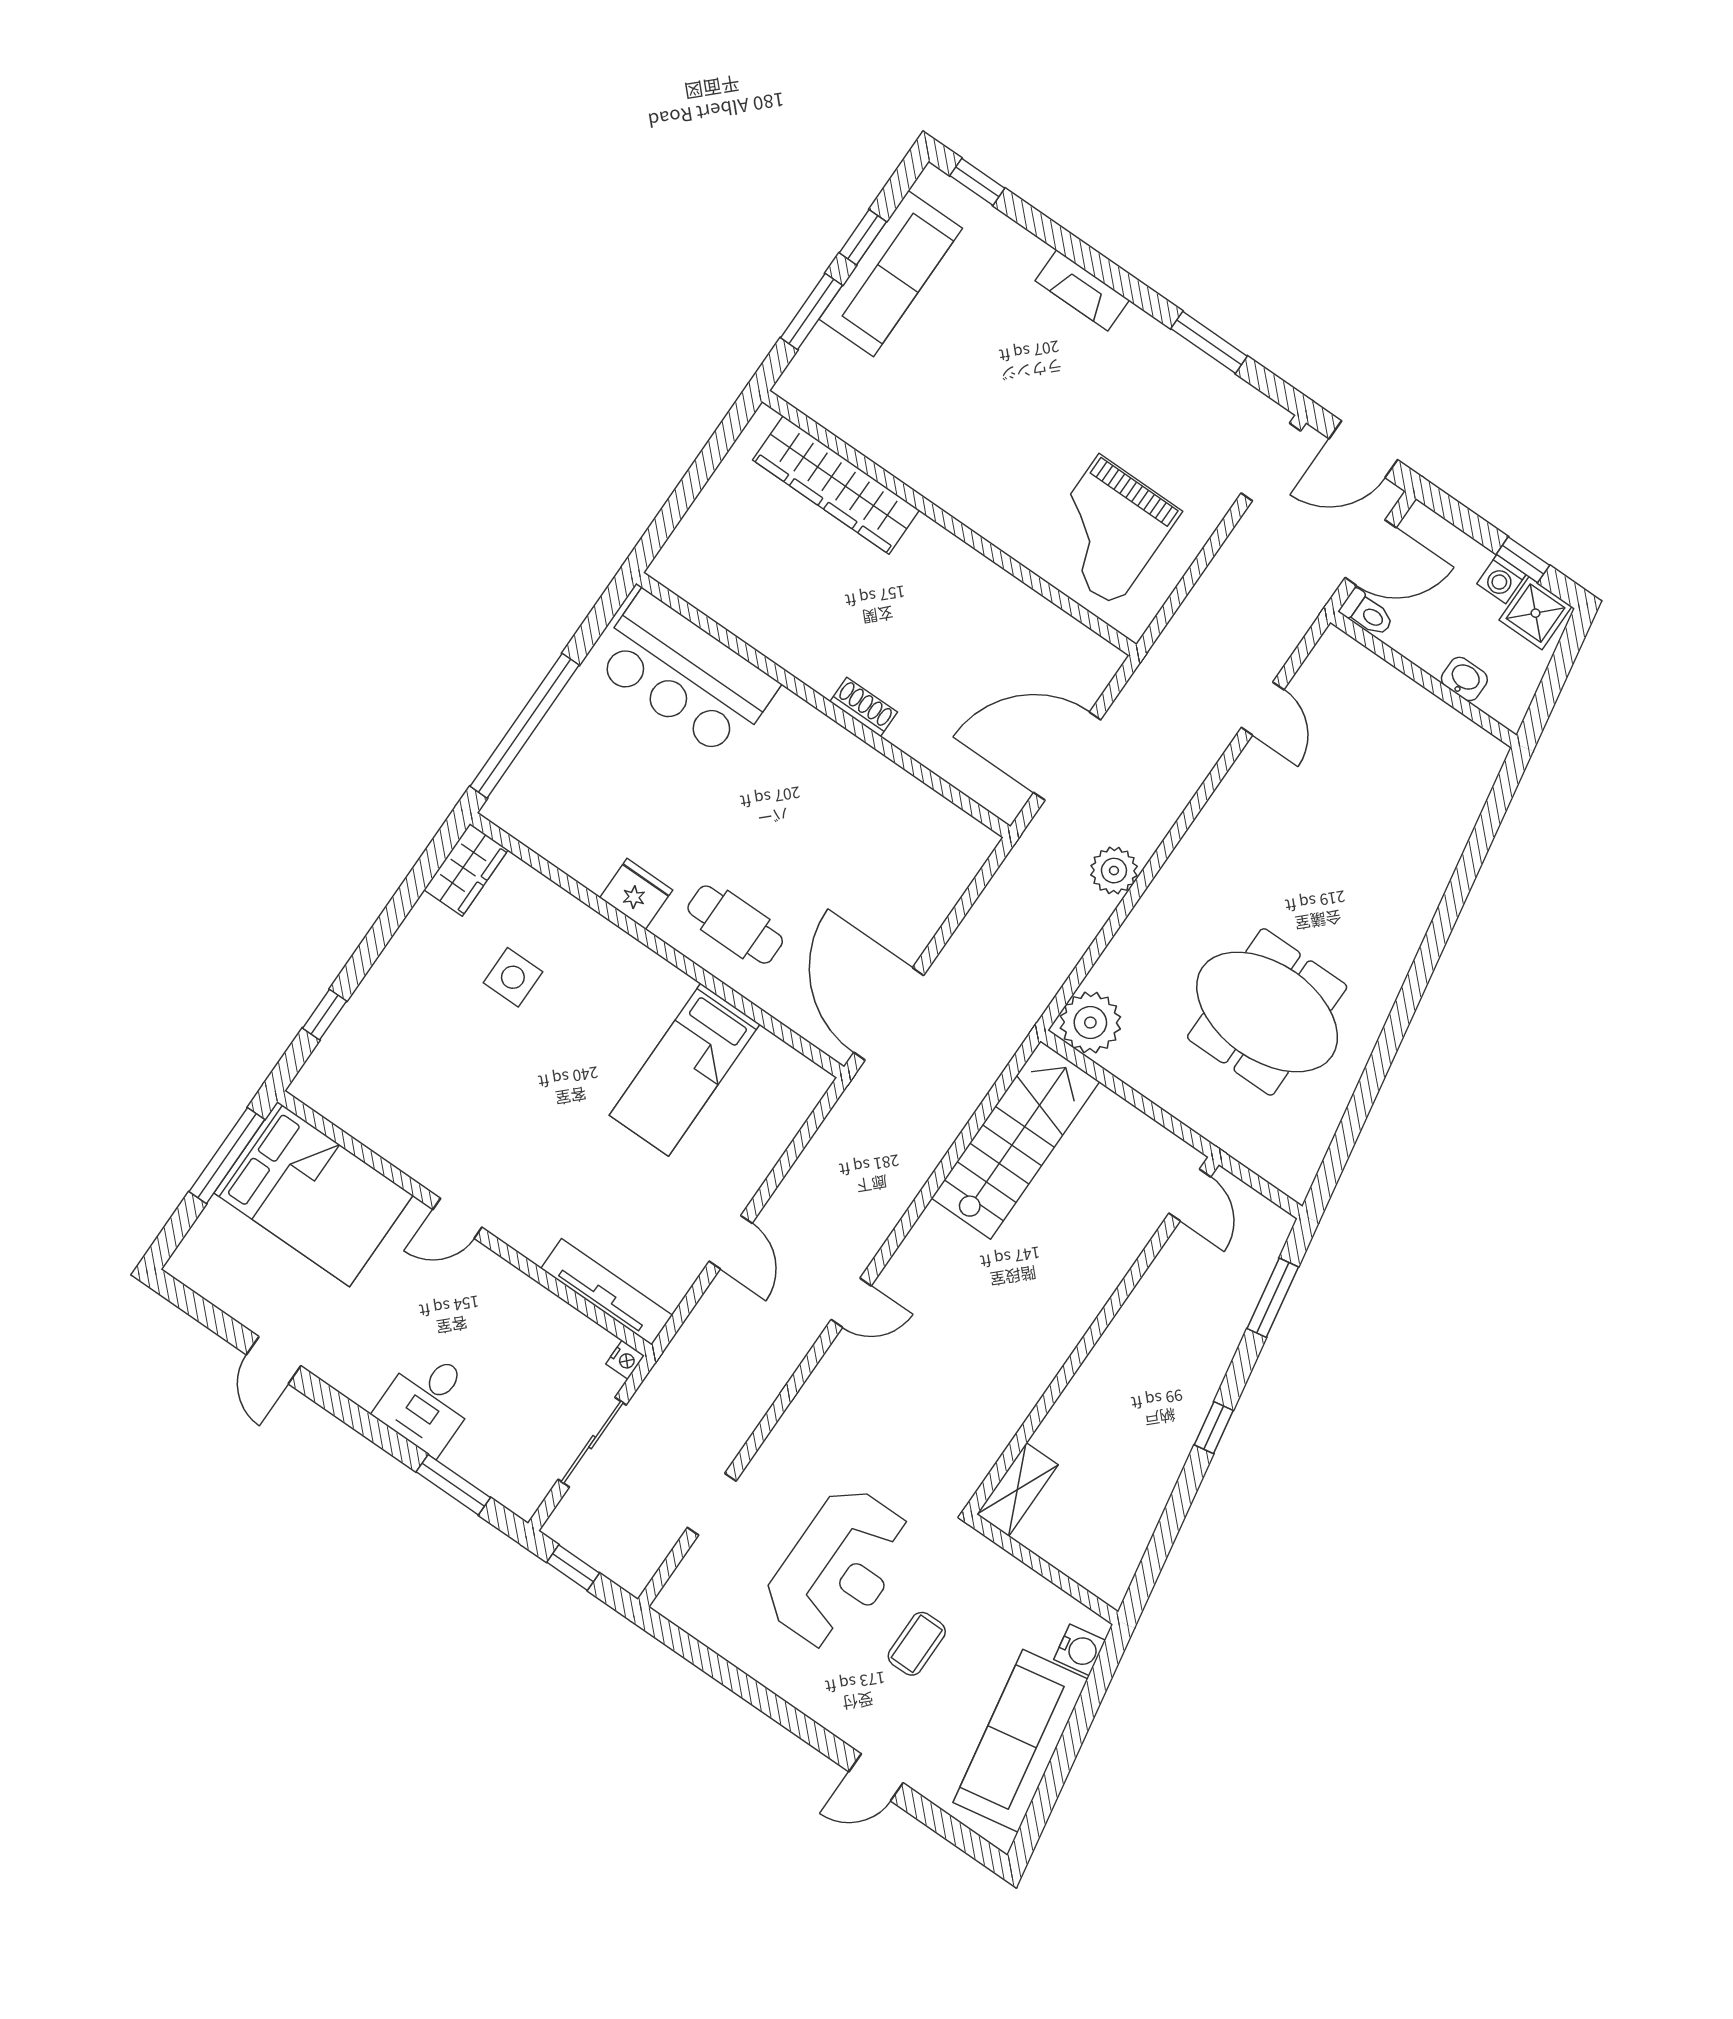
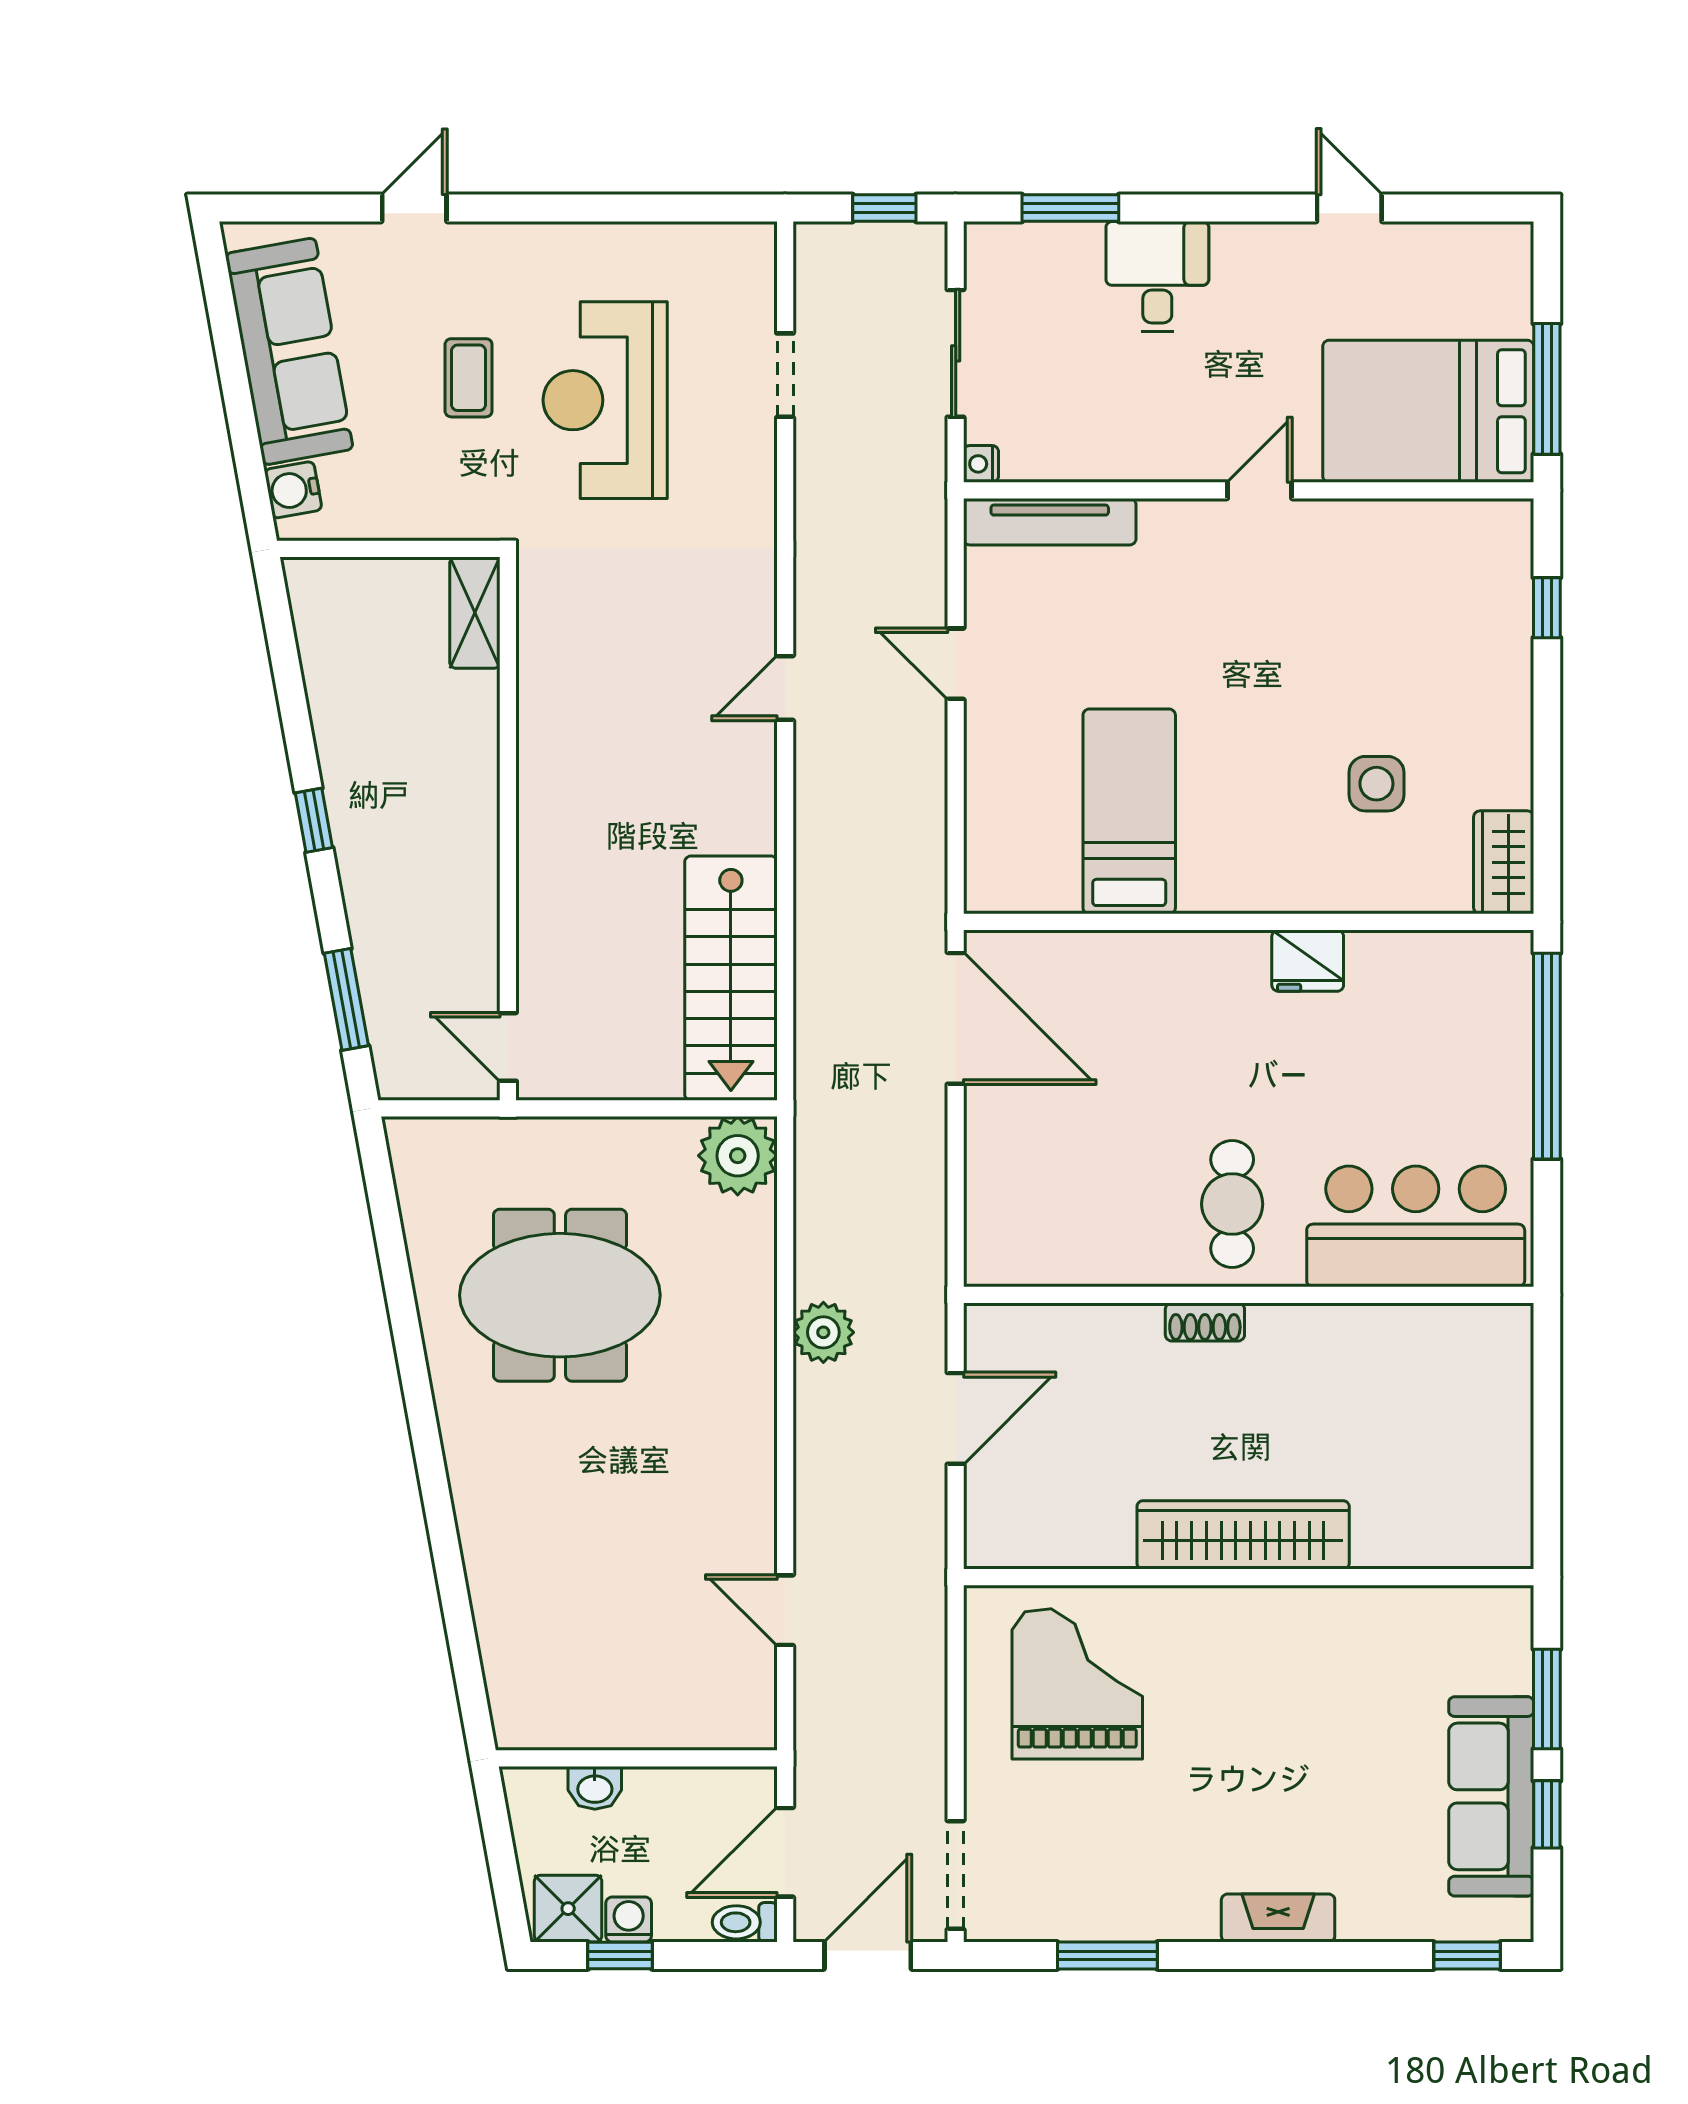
wardrobe: (836, 485) -> (1243, 1535), moved
toilet: (1367, 613) -> (745, 1922), moved
door: (1067, 756) -> (956, 1418), width x0.73
cafe table: (735, 925) -> (1232, 1204), moved, turned 90

